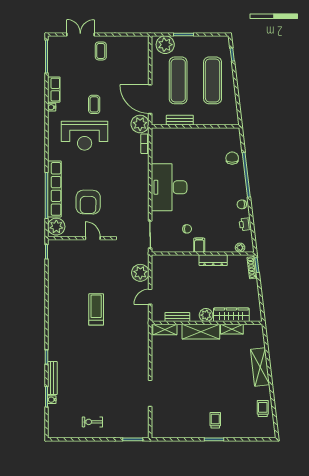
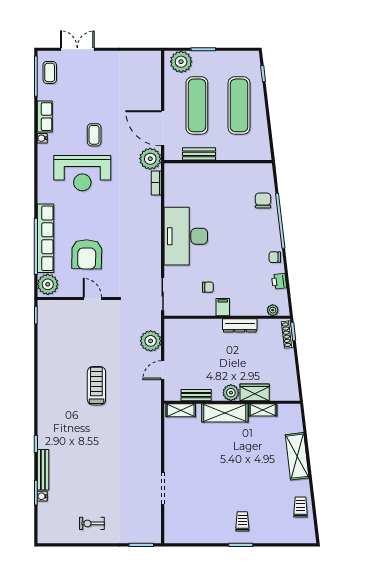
coffee table: (101, 51) -> (50, 72), moved
wardrobe: (231, 315) -> (255, 392), width x0.67

